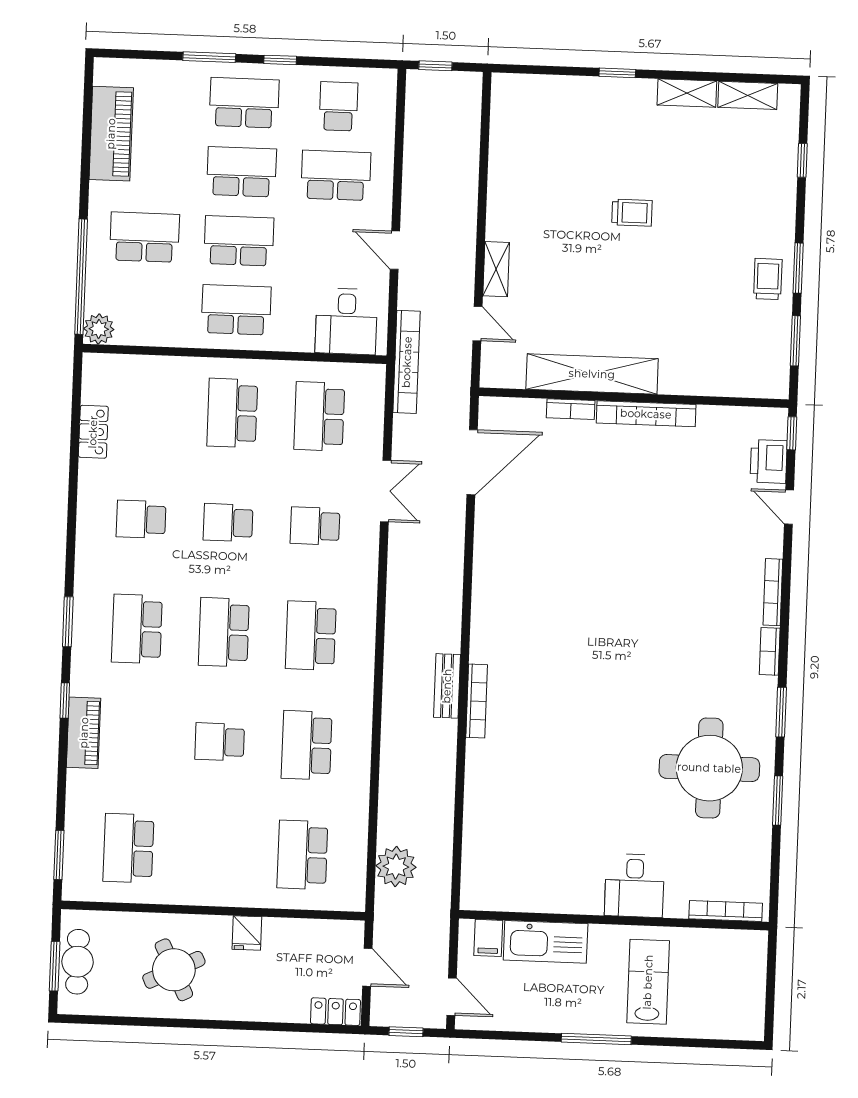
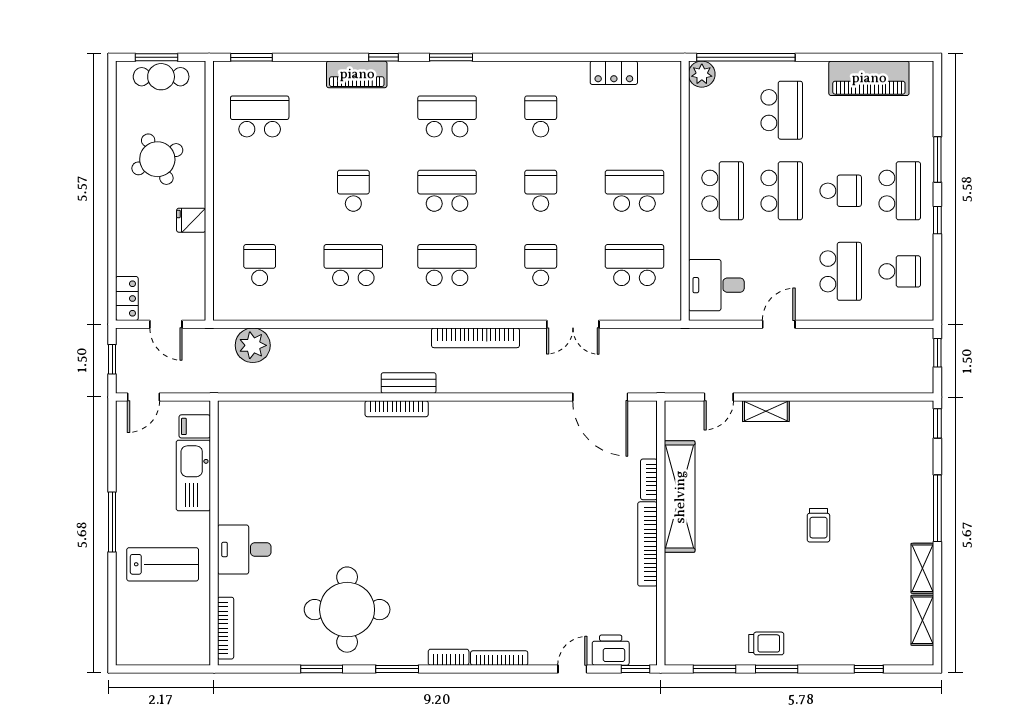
window: (518, 69) -> (937, 423), added
window: (617, 73) -> (937, 508), width x2.17
school desk: (242, 172) -> (841, 191), width x0.54
bookcase: (407, 362) -> (475, 338), moved
school desk: (302, 855) -> (260, 265), width x0.54
door: (367, 967) -> (166, 324), hinge flipped

